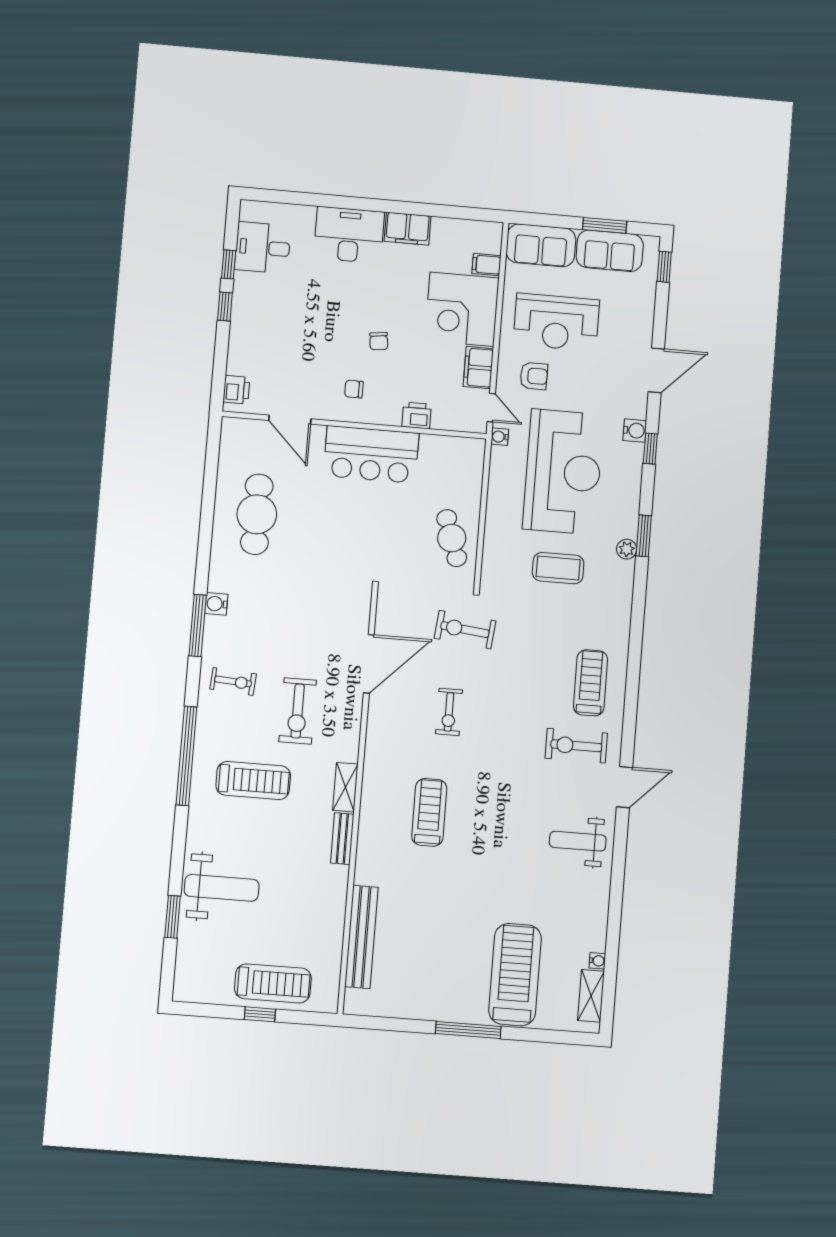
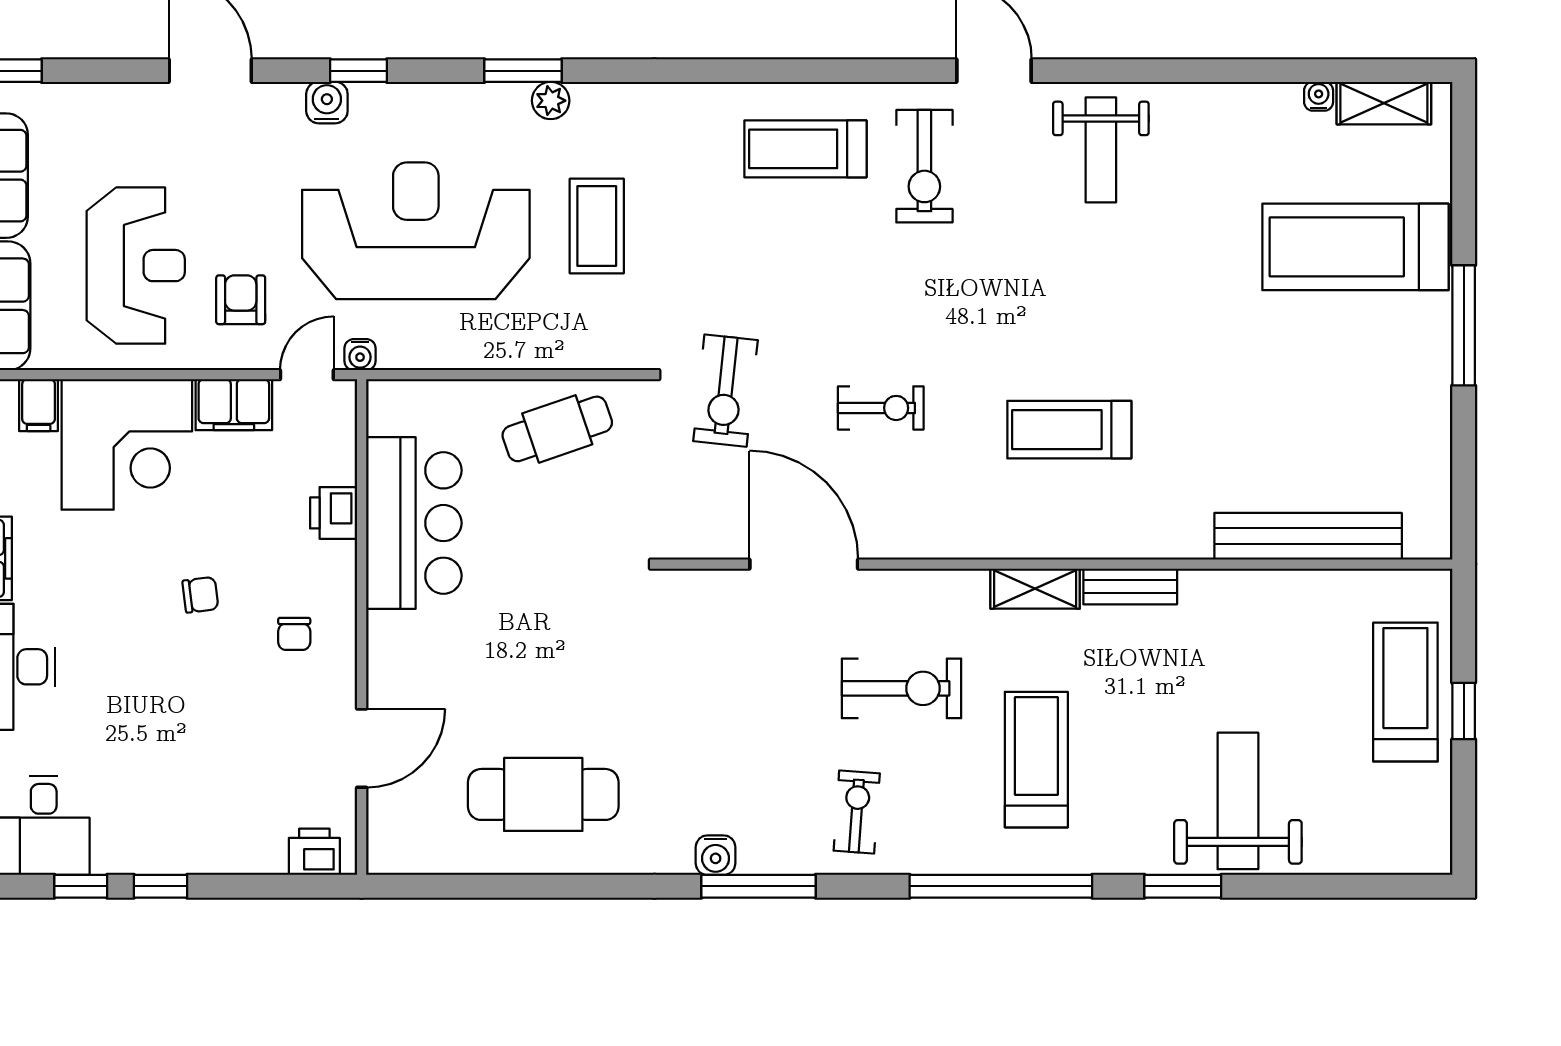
bar counter: (371, 454) -> (414, 523), moved
window: (173, 917) -> (1183, 886), moved

